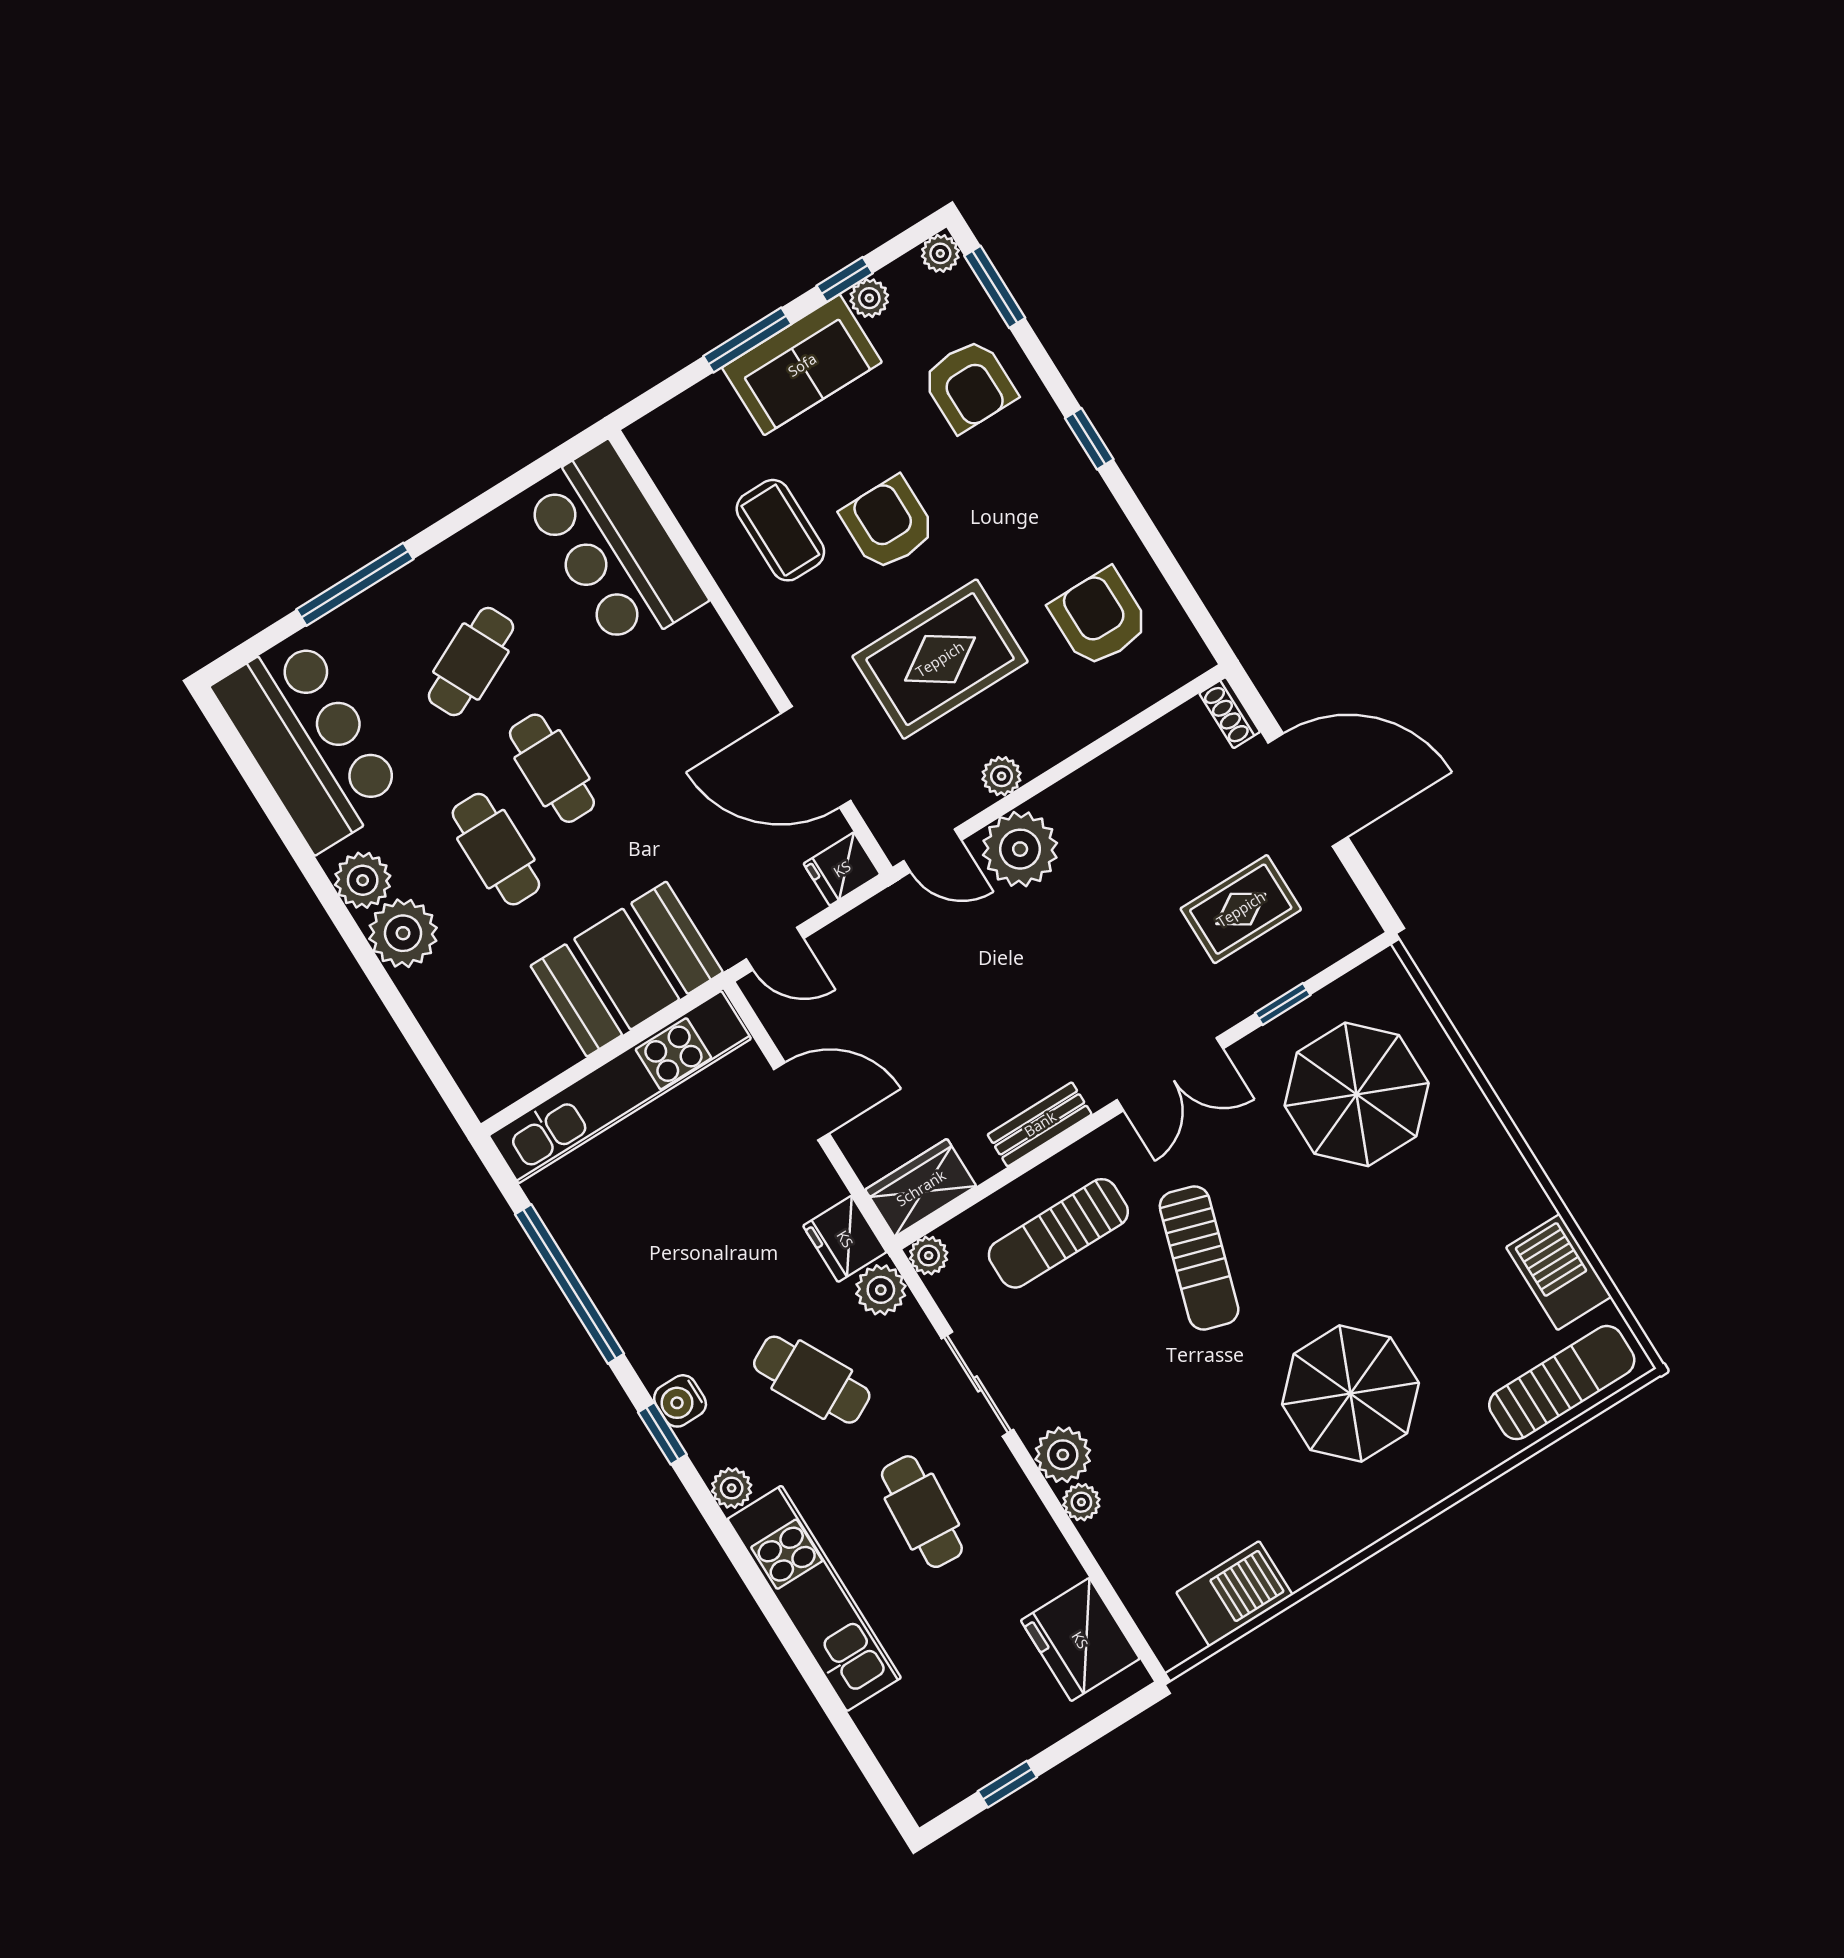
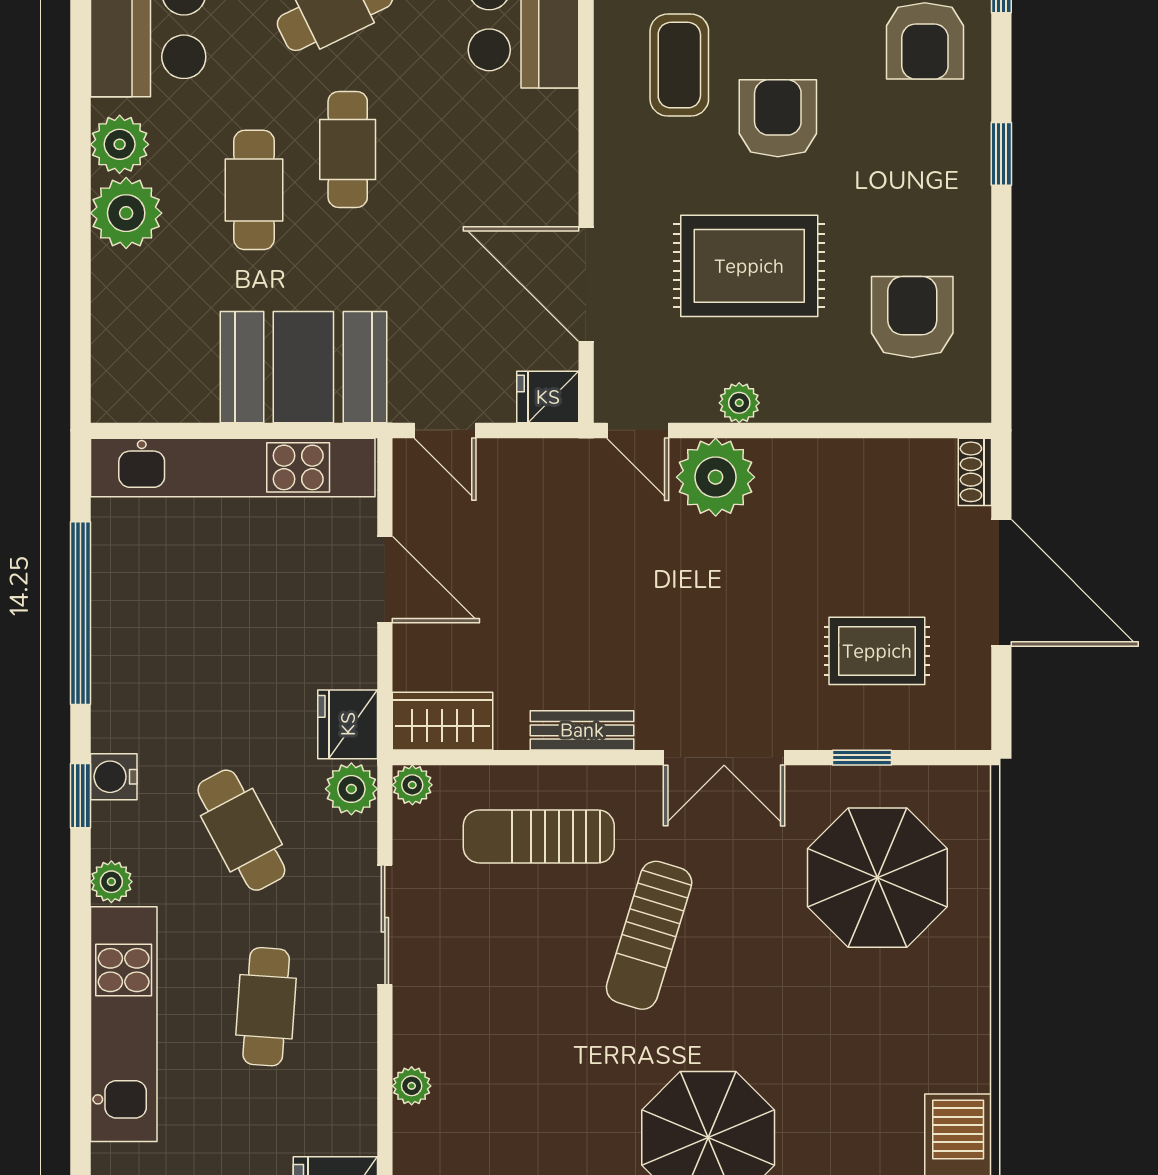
plant: (1063, 1455) -> (421, 1034), removed

